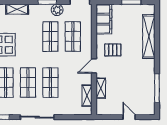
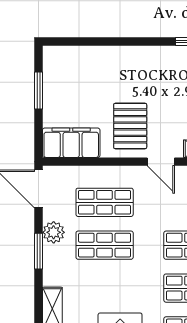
shelving: (149, 37) -> (104, 57), removed
pallet: (113, 50) -> (130, 126), width x1.50, depth x1.42

